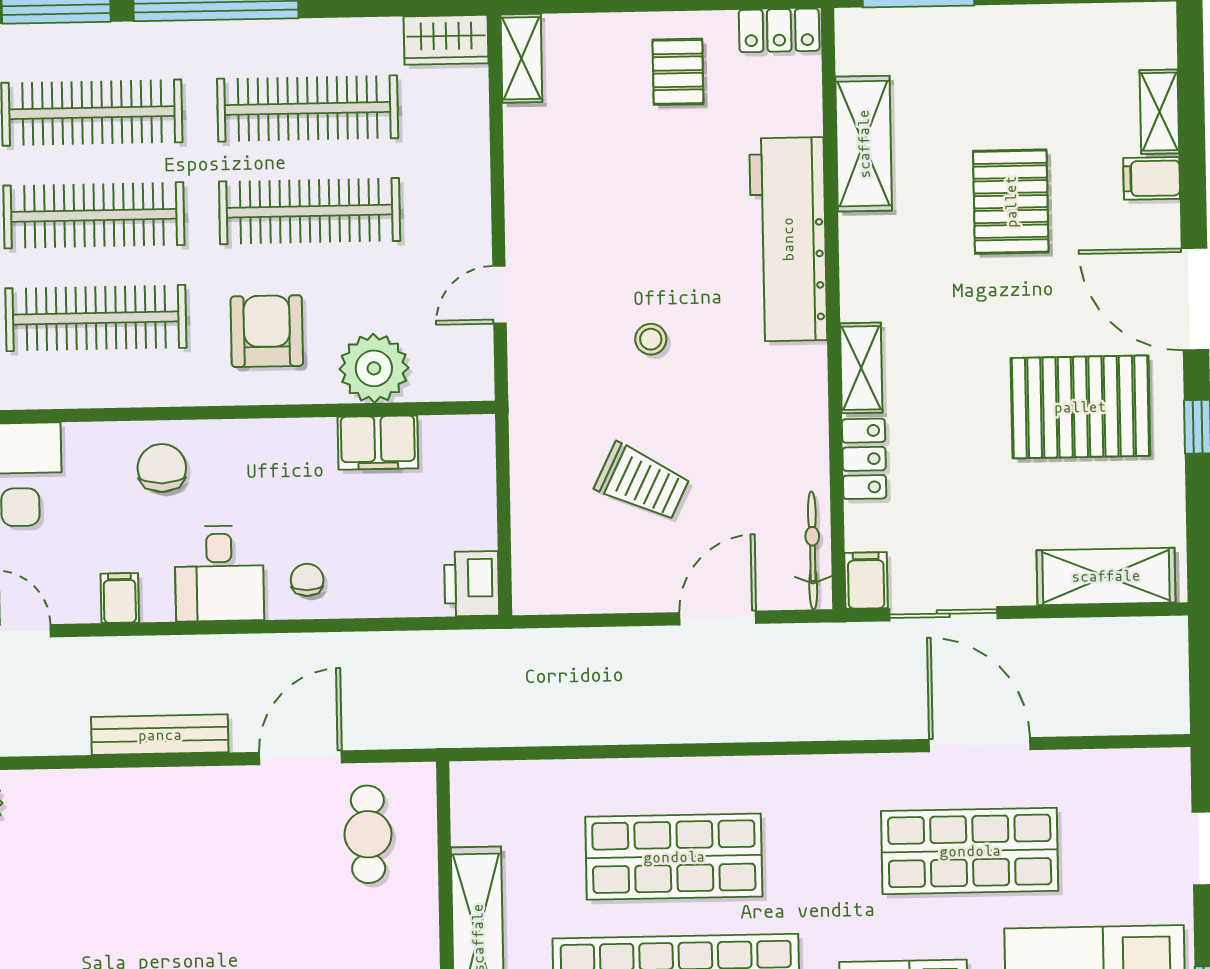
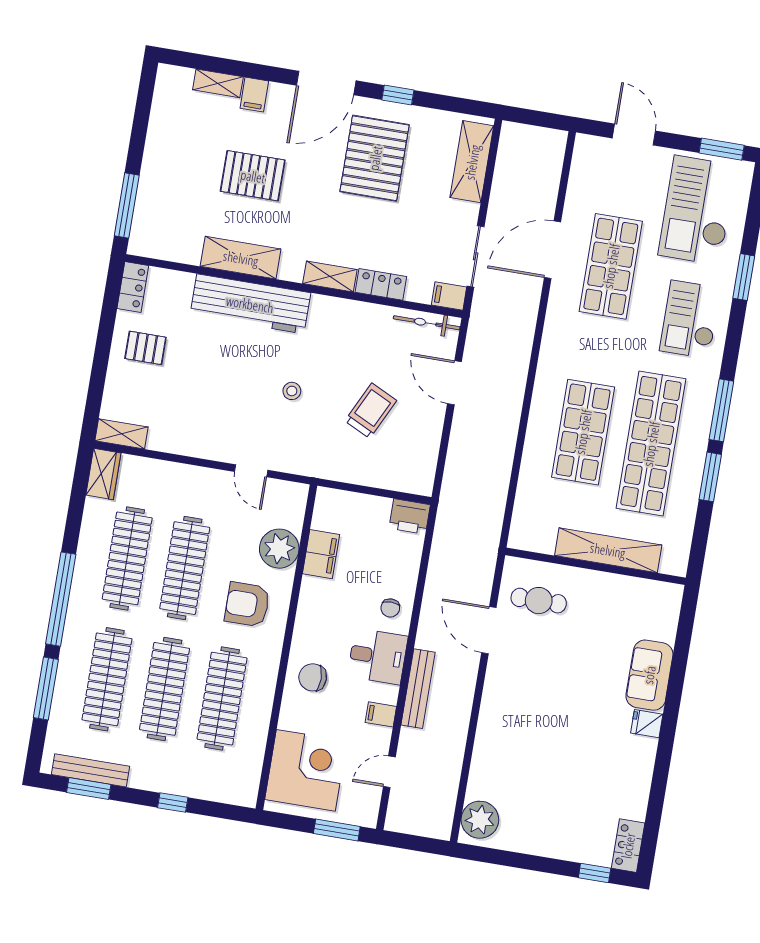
shelving: (864, 144) -> (241, 258), moved
chair: (307, 580) -> (390, 608), turned -90
bench: (160, 735) -> (418, 689), moved

